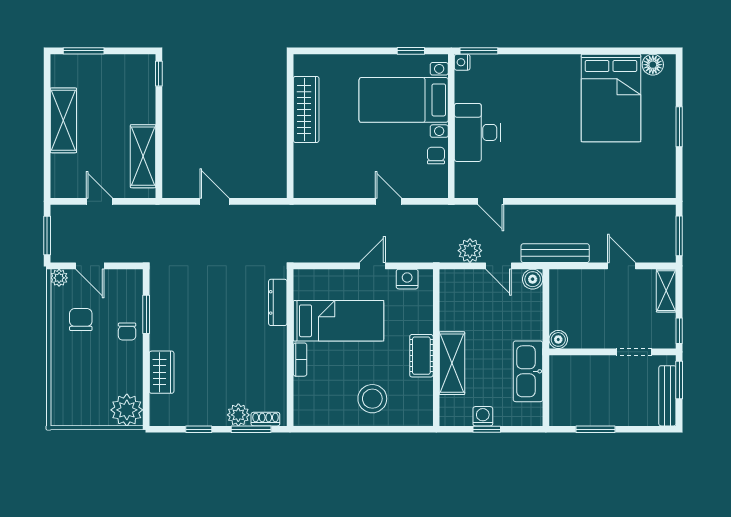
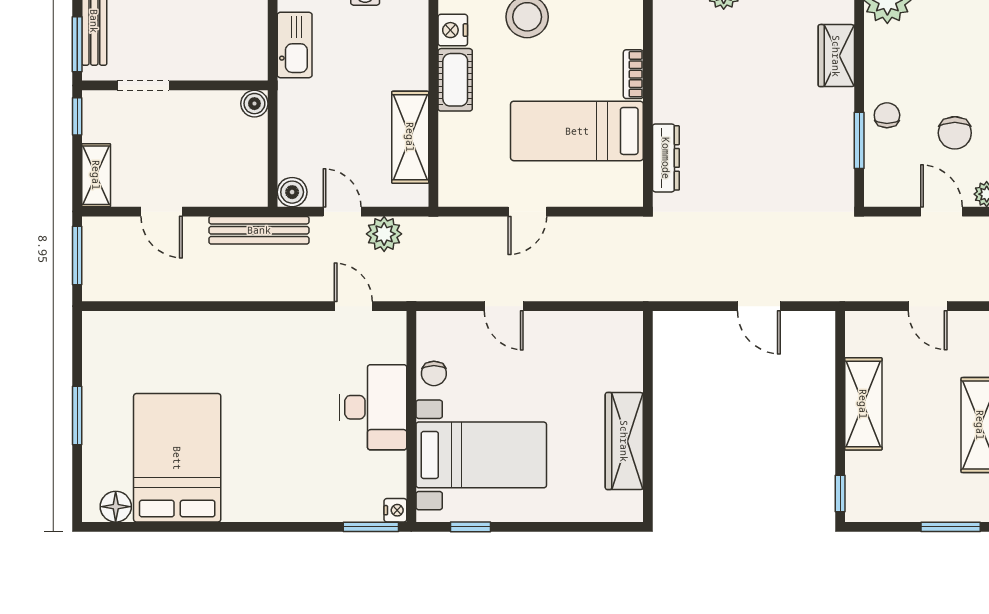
shelving: (143, 156) -> (863, 404), moved
nightstand: (407, 279) -> (453, 30), moved, turned 90
shelving: (452, 363) -> (410, 137), moved
kitchen sink: (528, 371) -> (295, 45), width x0.73, depth x0.81

